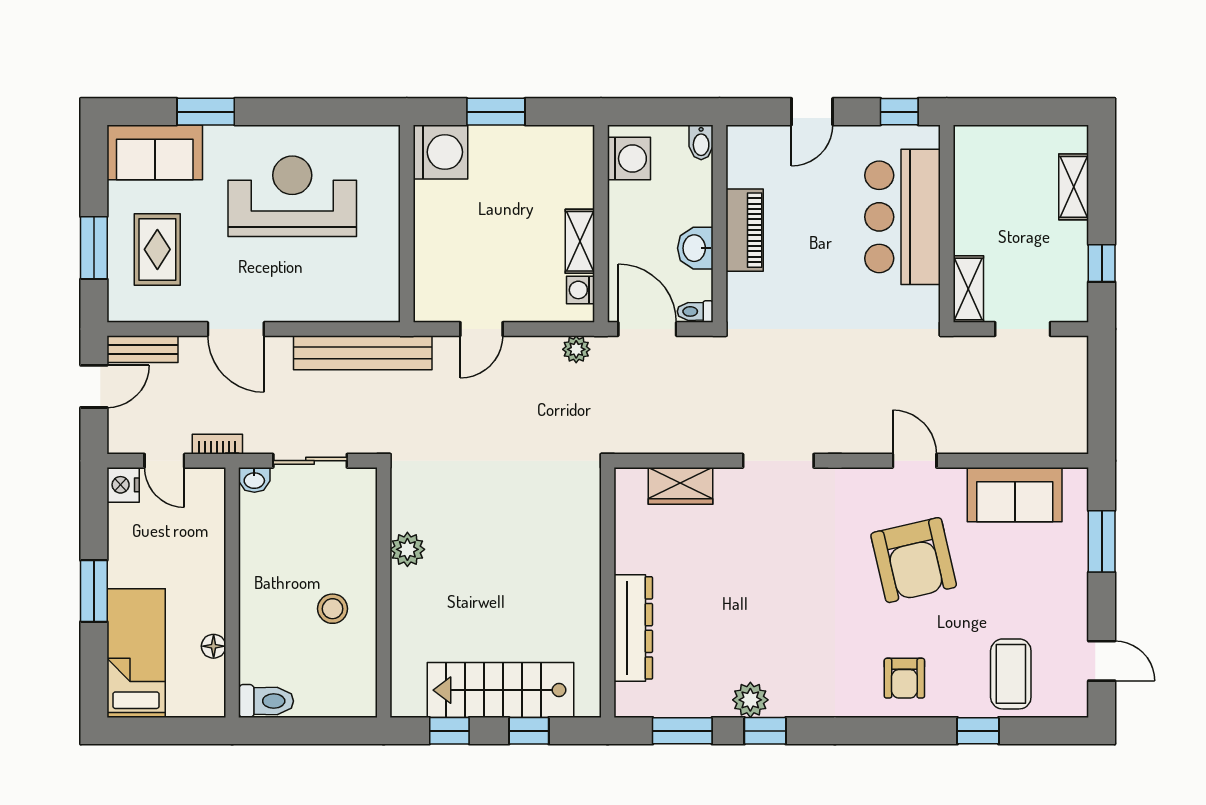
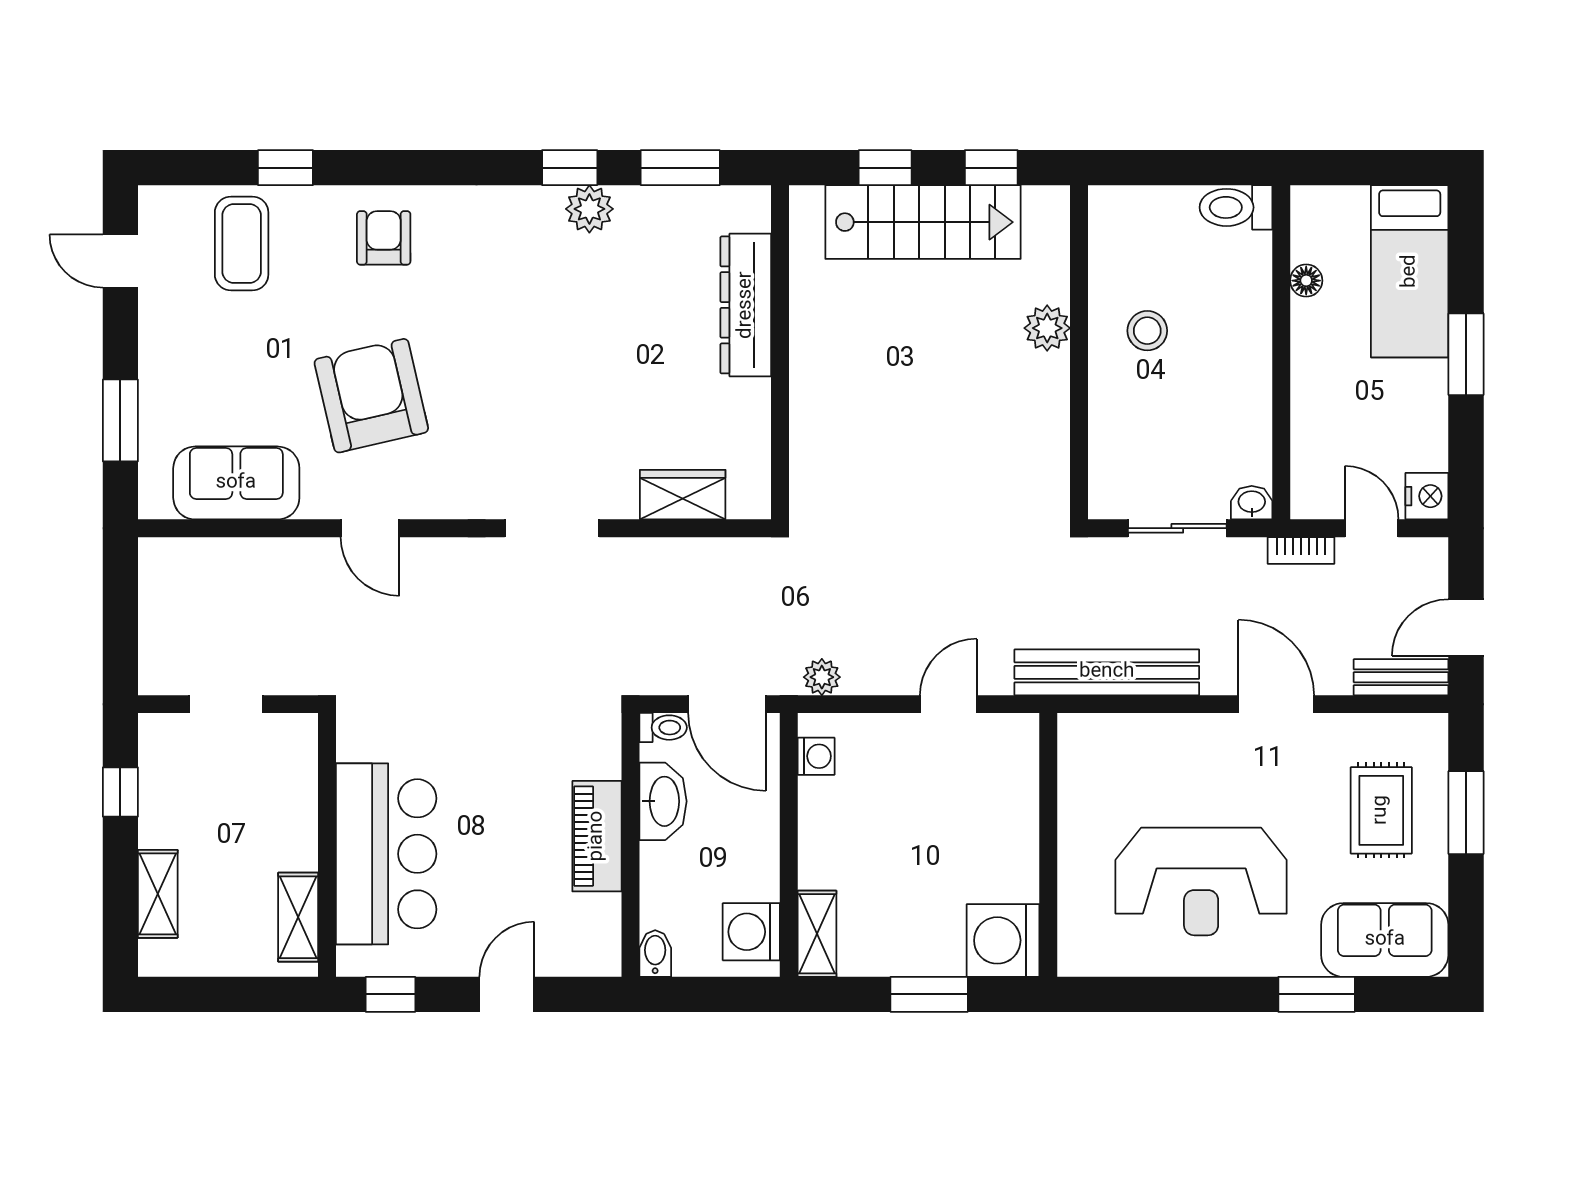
shelving: (580, 241) -> (817, 934), moved
washbasin: (695, 248) -> (663, 801), width x1.38
shelving: (968, 289) -> (298, 917), moved
plant: (407, 549) -> (1047, 328), moved

